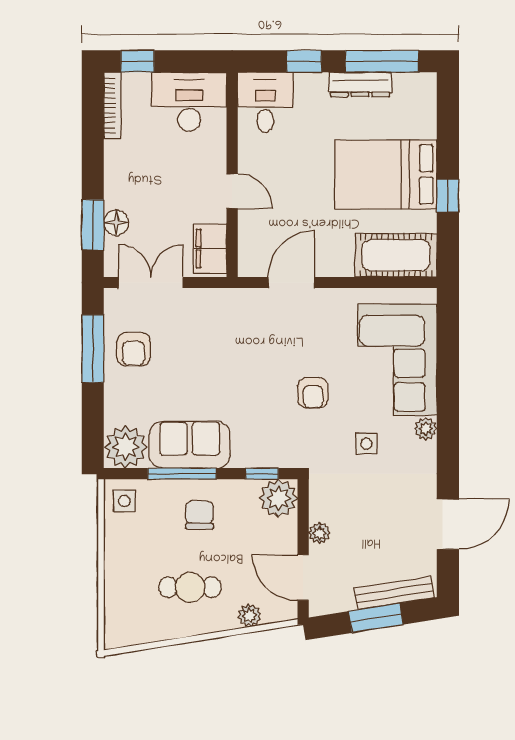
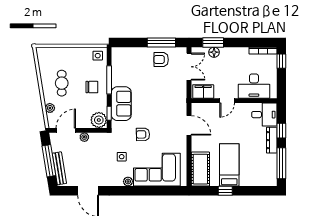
dresser: (360, 84) -> (272, 140), moved
desk: (189, 102) -> (254, 86), moved, turned 90
bed: (386, 175) -> (229, 165), width x0.67
sofa: (190, 445) -> (121, 104), moved
plant: (126, 447) -> (120, 56), removed
window: (376, 618) -> (49, 161), width x1.44

